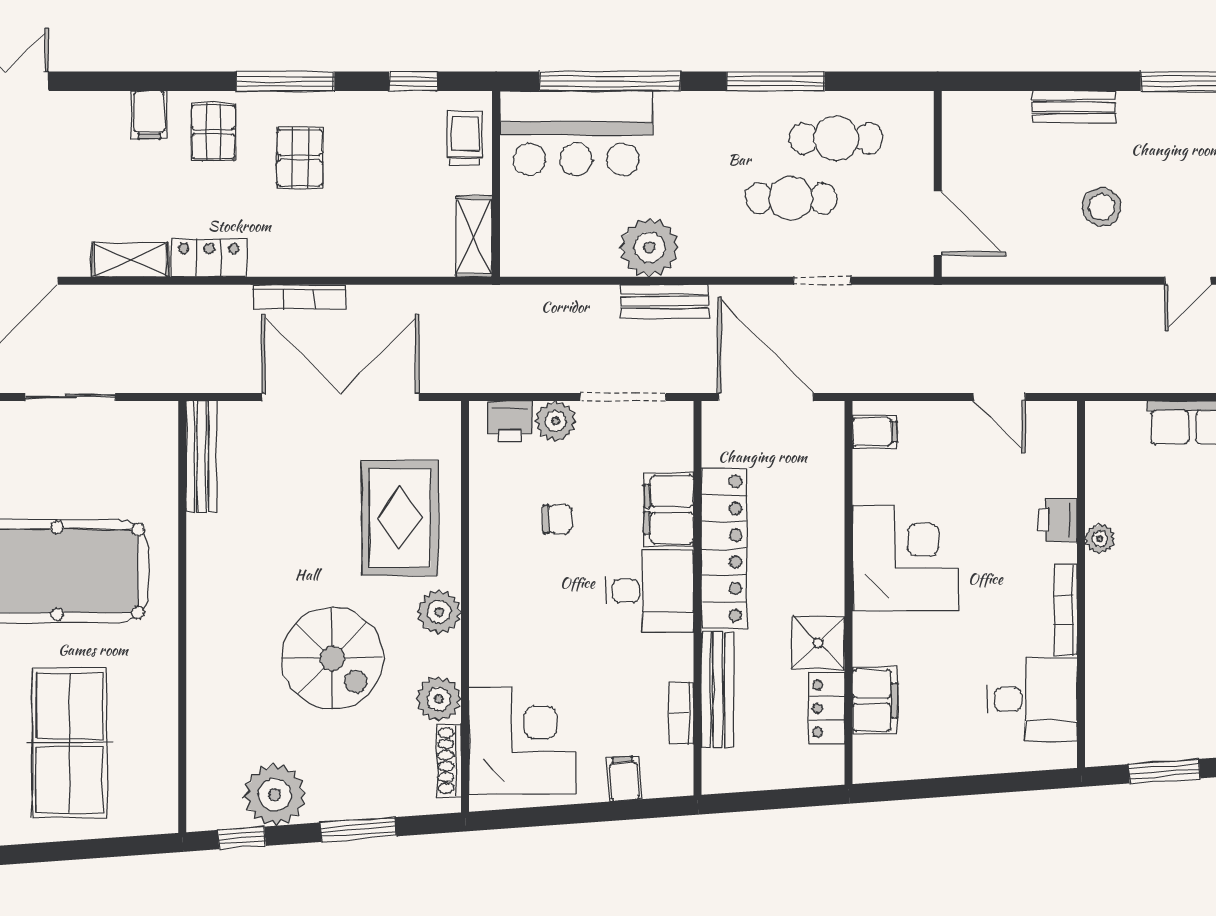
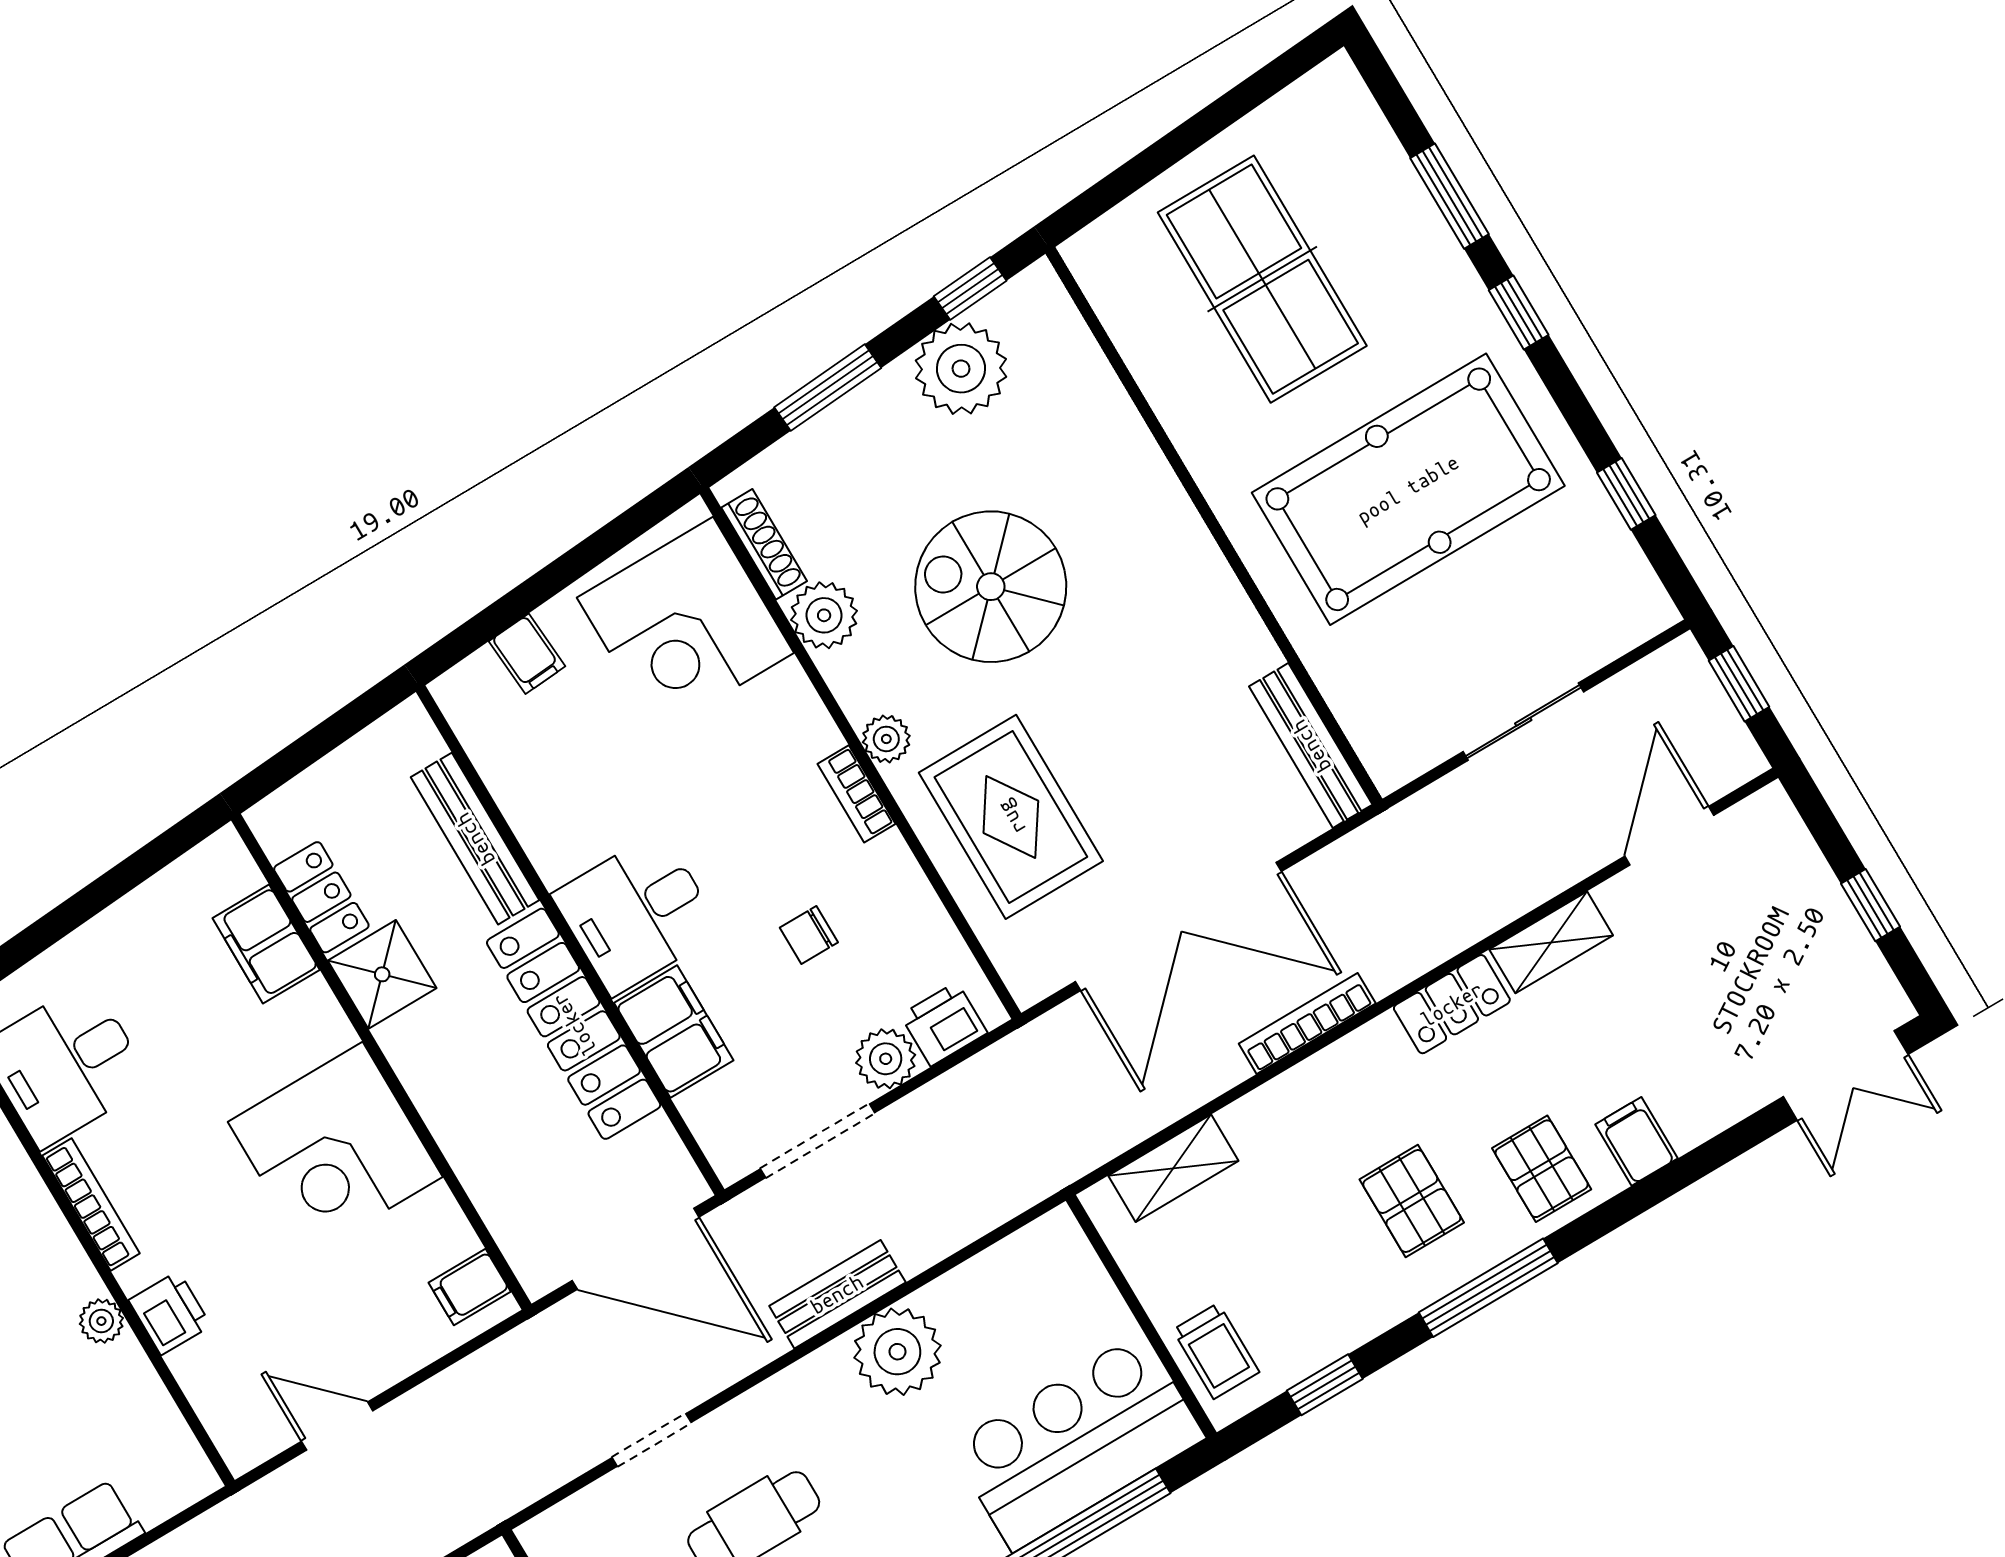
shelving: (474, 237) -> (1173, 1168), moved, turned 90
plant: (439, 612) -> (886, 739), width x0.73, depth x0.73
bookcase: (681, 713) -> (856, 794), moved, turned 180

